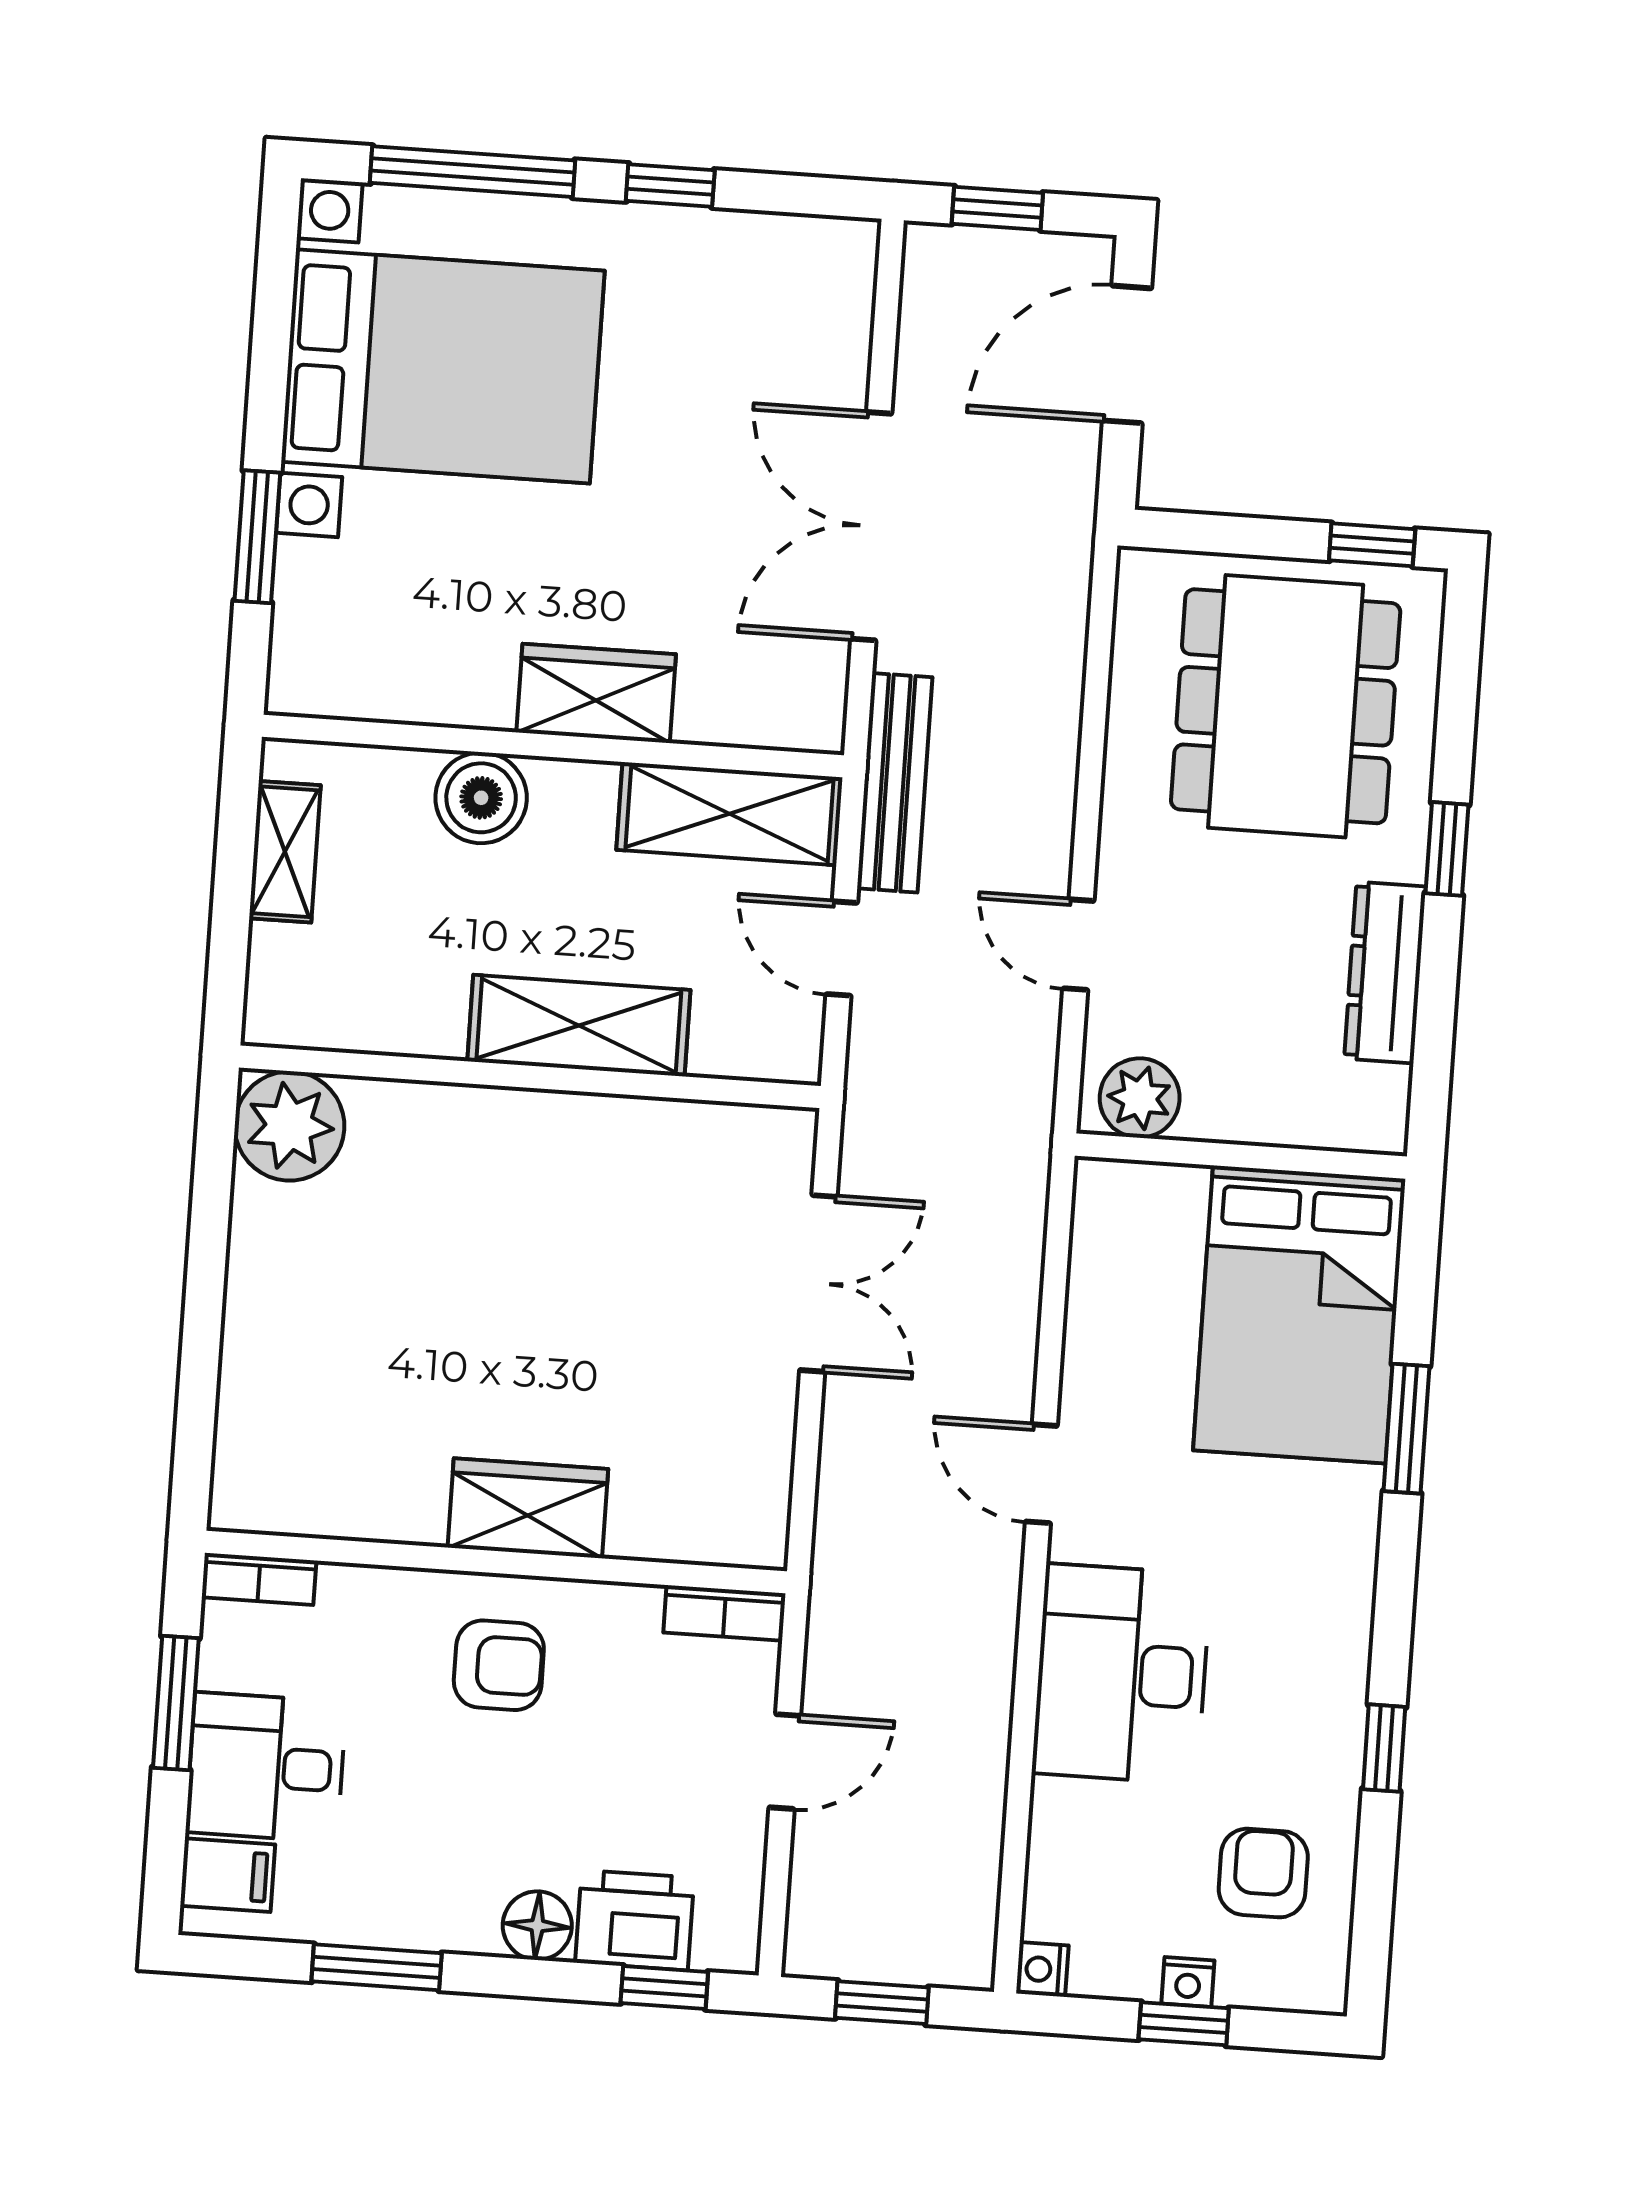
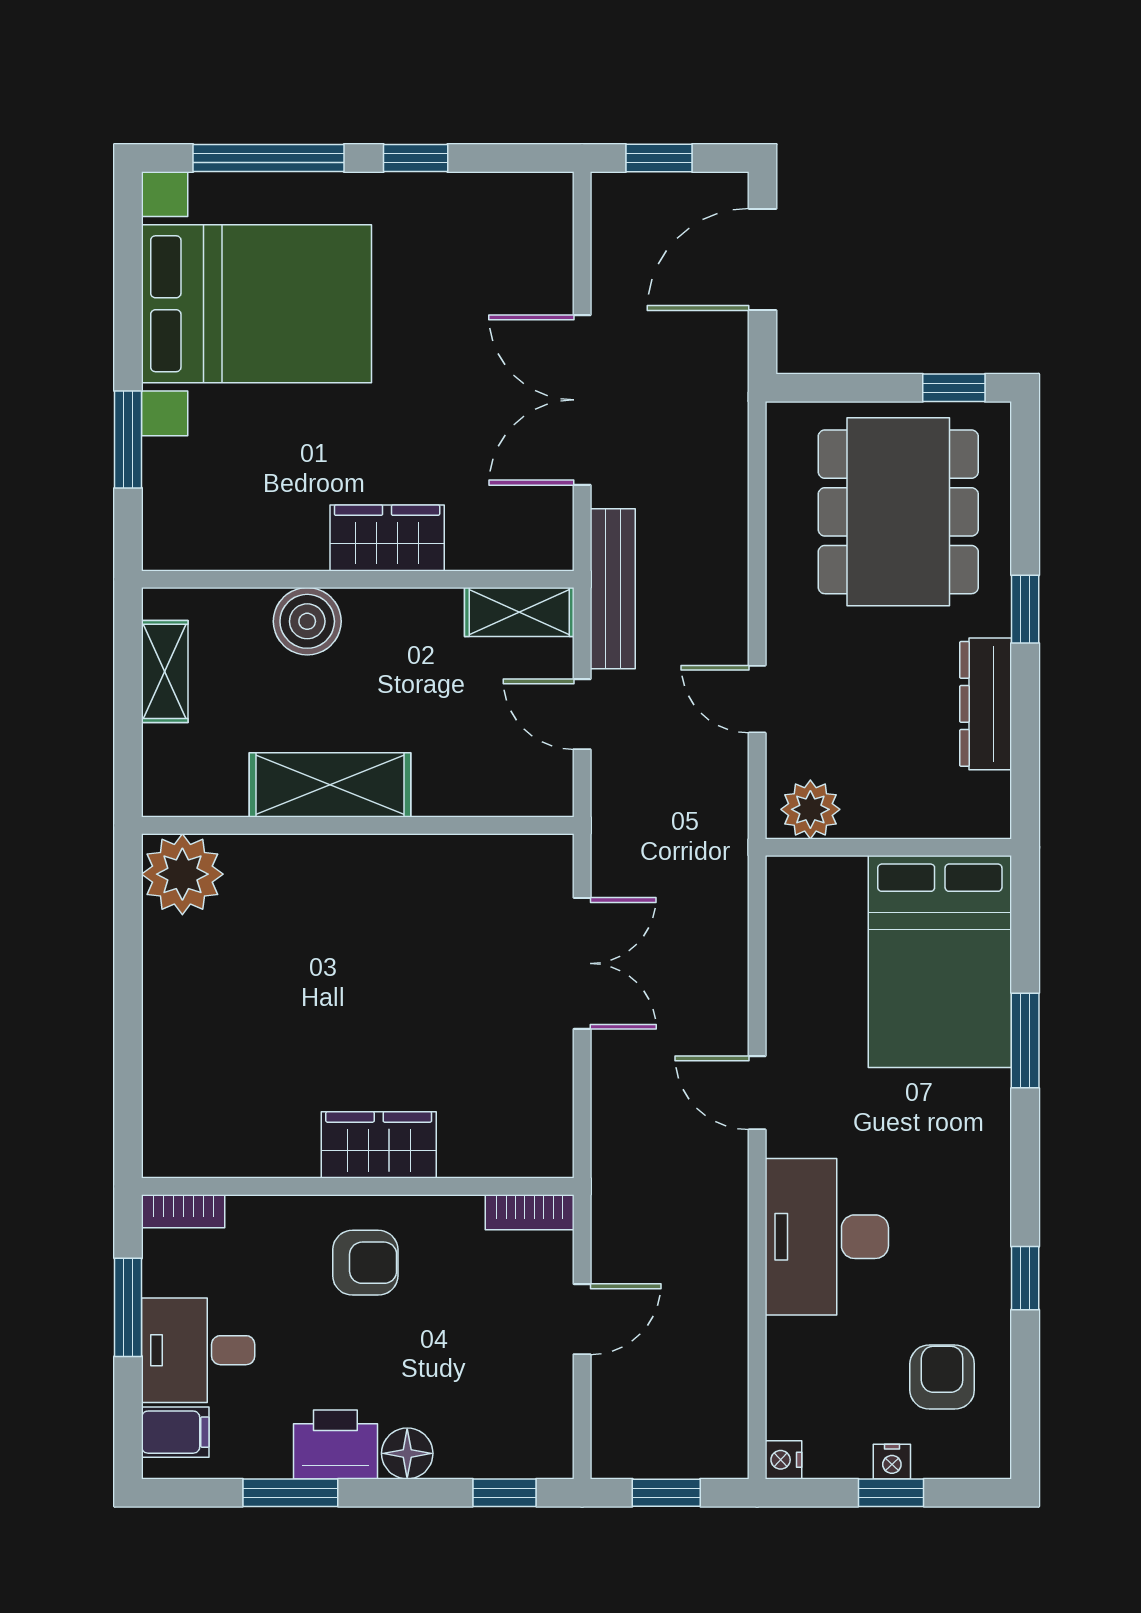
shelving: (729, 814) -> (519, 612), width x0.67, depth x0.75
shelving: (579, 1026) -> (330, 785), moved
printer: (635, 1920) -> (335, 1444), moved

